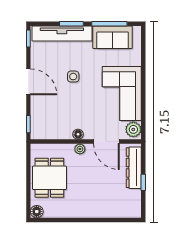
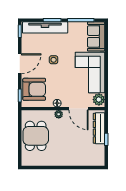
sofa: (113, 37) -> (96, 36), moved, turned 90
door: (28, 82) -> (20, 64), hinge flipped
armchair: (47, 116) -> (34, 89), added
floor lamp: (37, 212) -> (26, 161), removed

